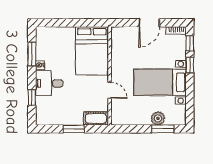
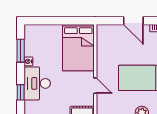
door: (149, 23) -> (133, 21), hinge flipped
desk: (49, 83) -> (37, 83), width x1.37

